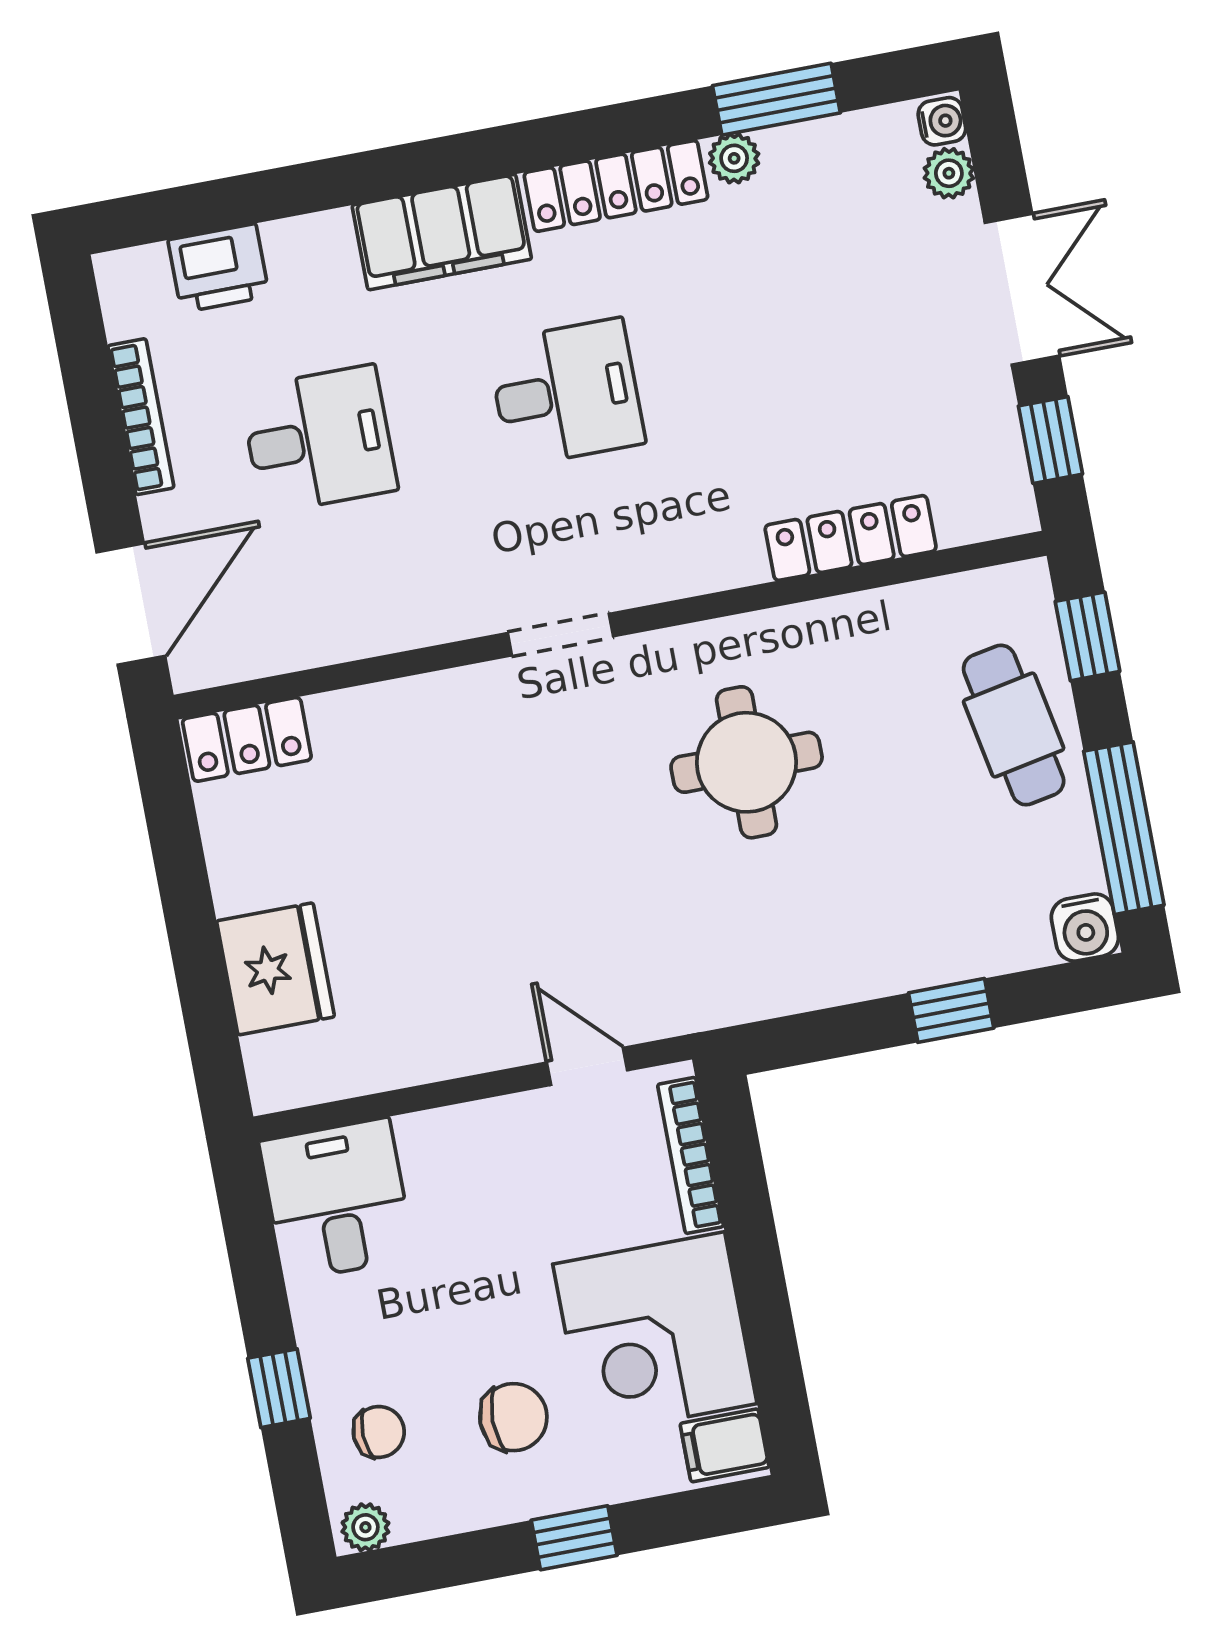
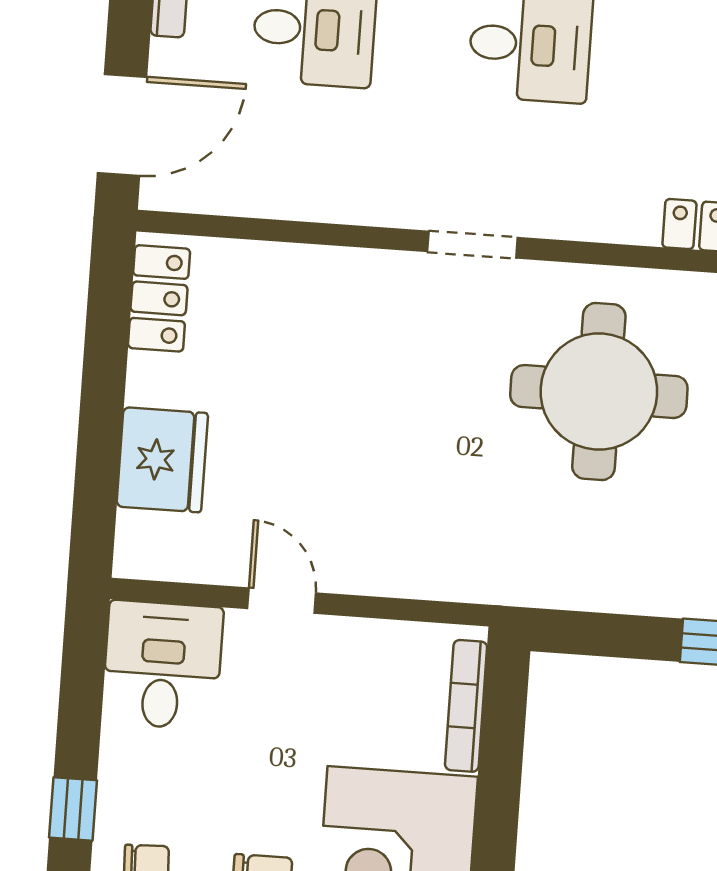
locker: (247, 739) -> (159, 298), moved, turned -90
round table: (747, 762) -> (599, 392), width x1.36, depth x1.36
door: (587, 1066) -> (282, 601), moved

